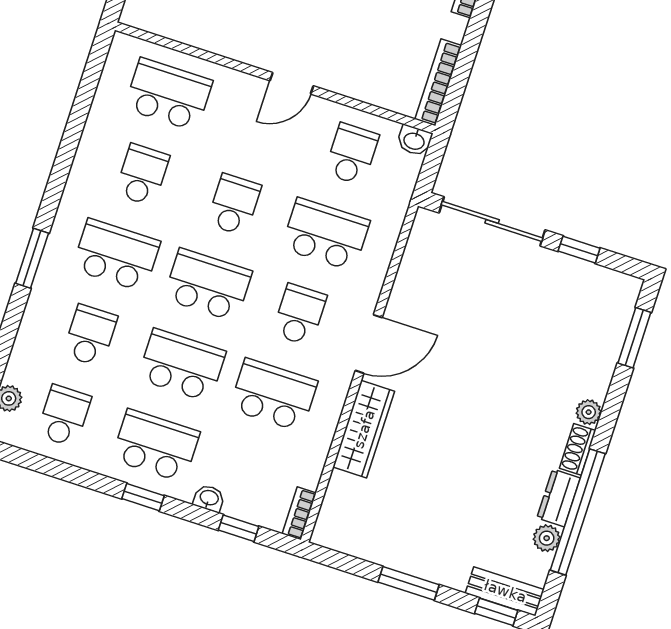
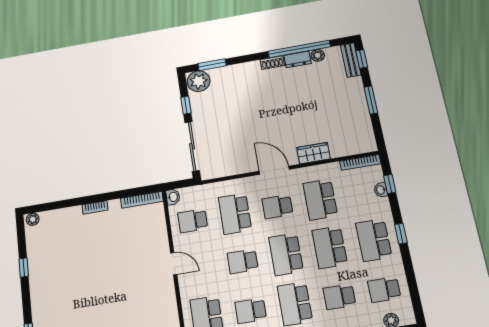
plant: (589, 412) -> (199, 81), moved, width x1.87, depth x1.87
wardrobe: (364, 429) -> (313, 153), width x0.67
washbasin: (209, 498) -> (381, 190), moved
bookcase: (299, 513) -> (360, 162), width x1.56

